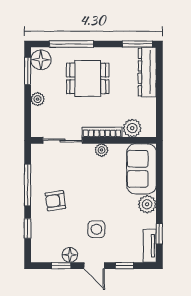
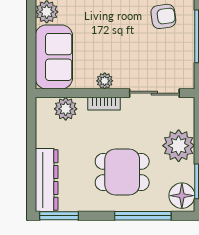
plant: (38, 99) -> (179, 146), width x1.88, depth x1.88
bookcase: (102, 132) -> (104, 104), width x0.64

